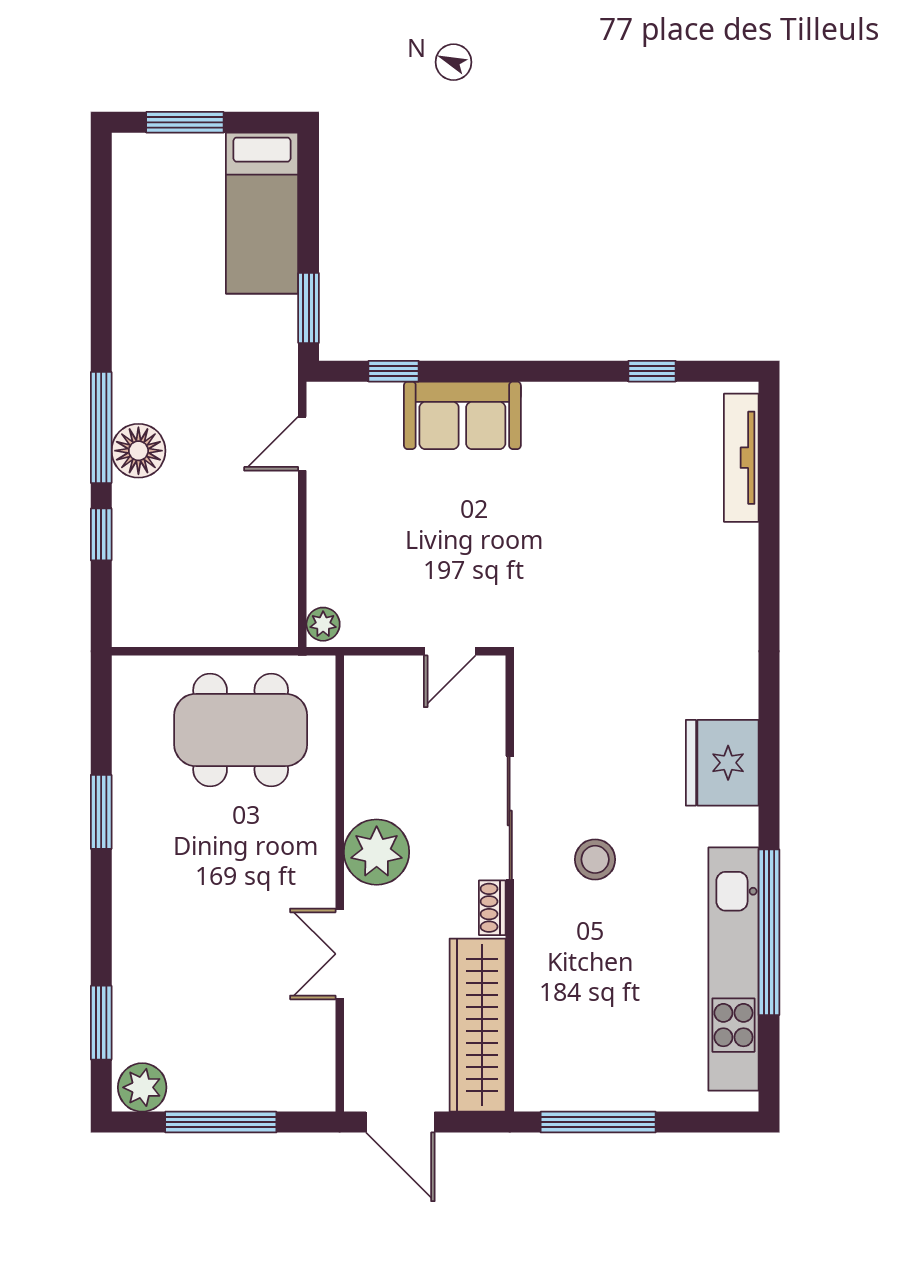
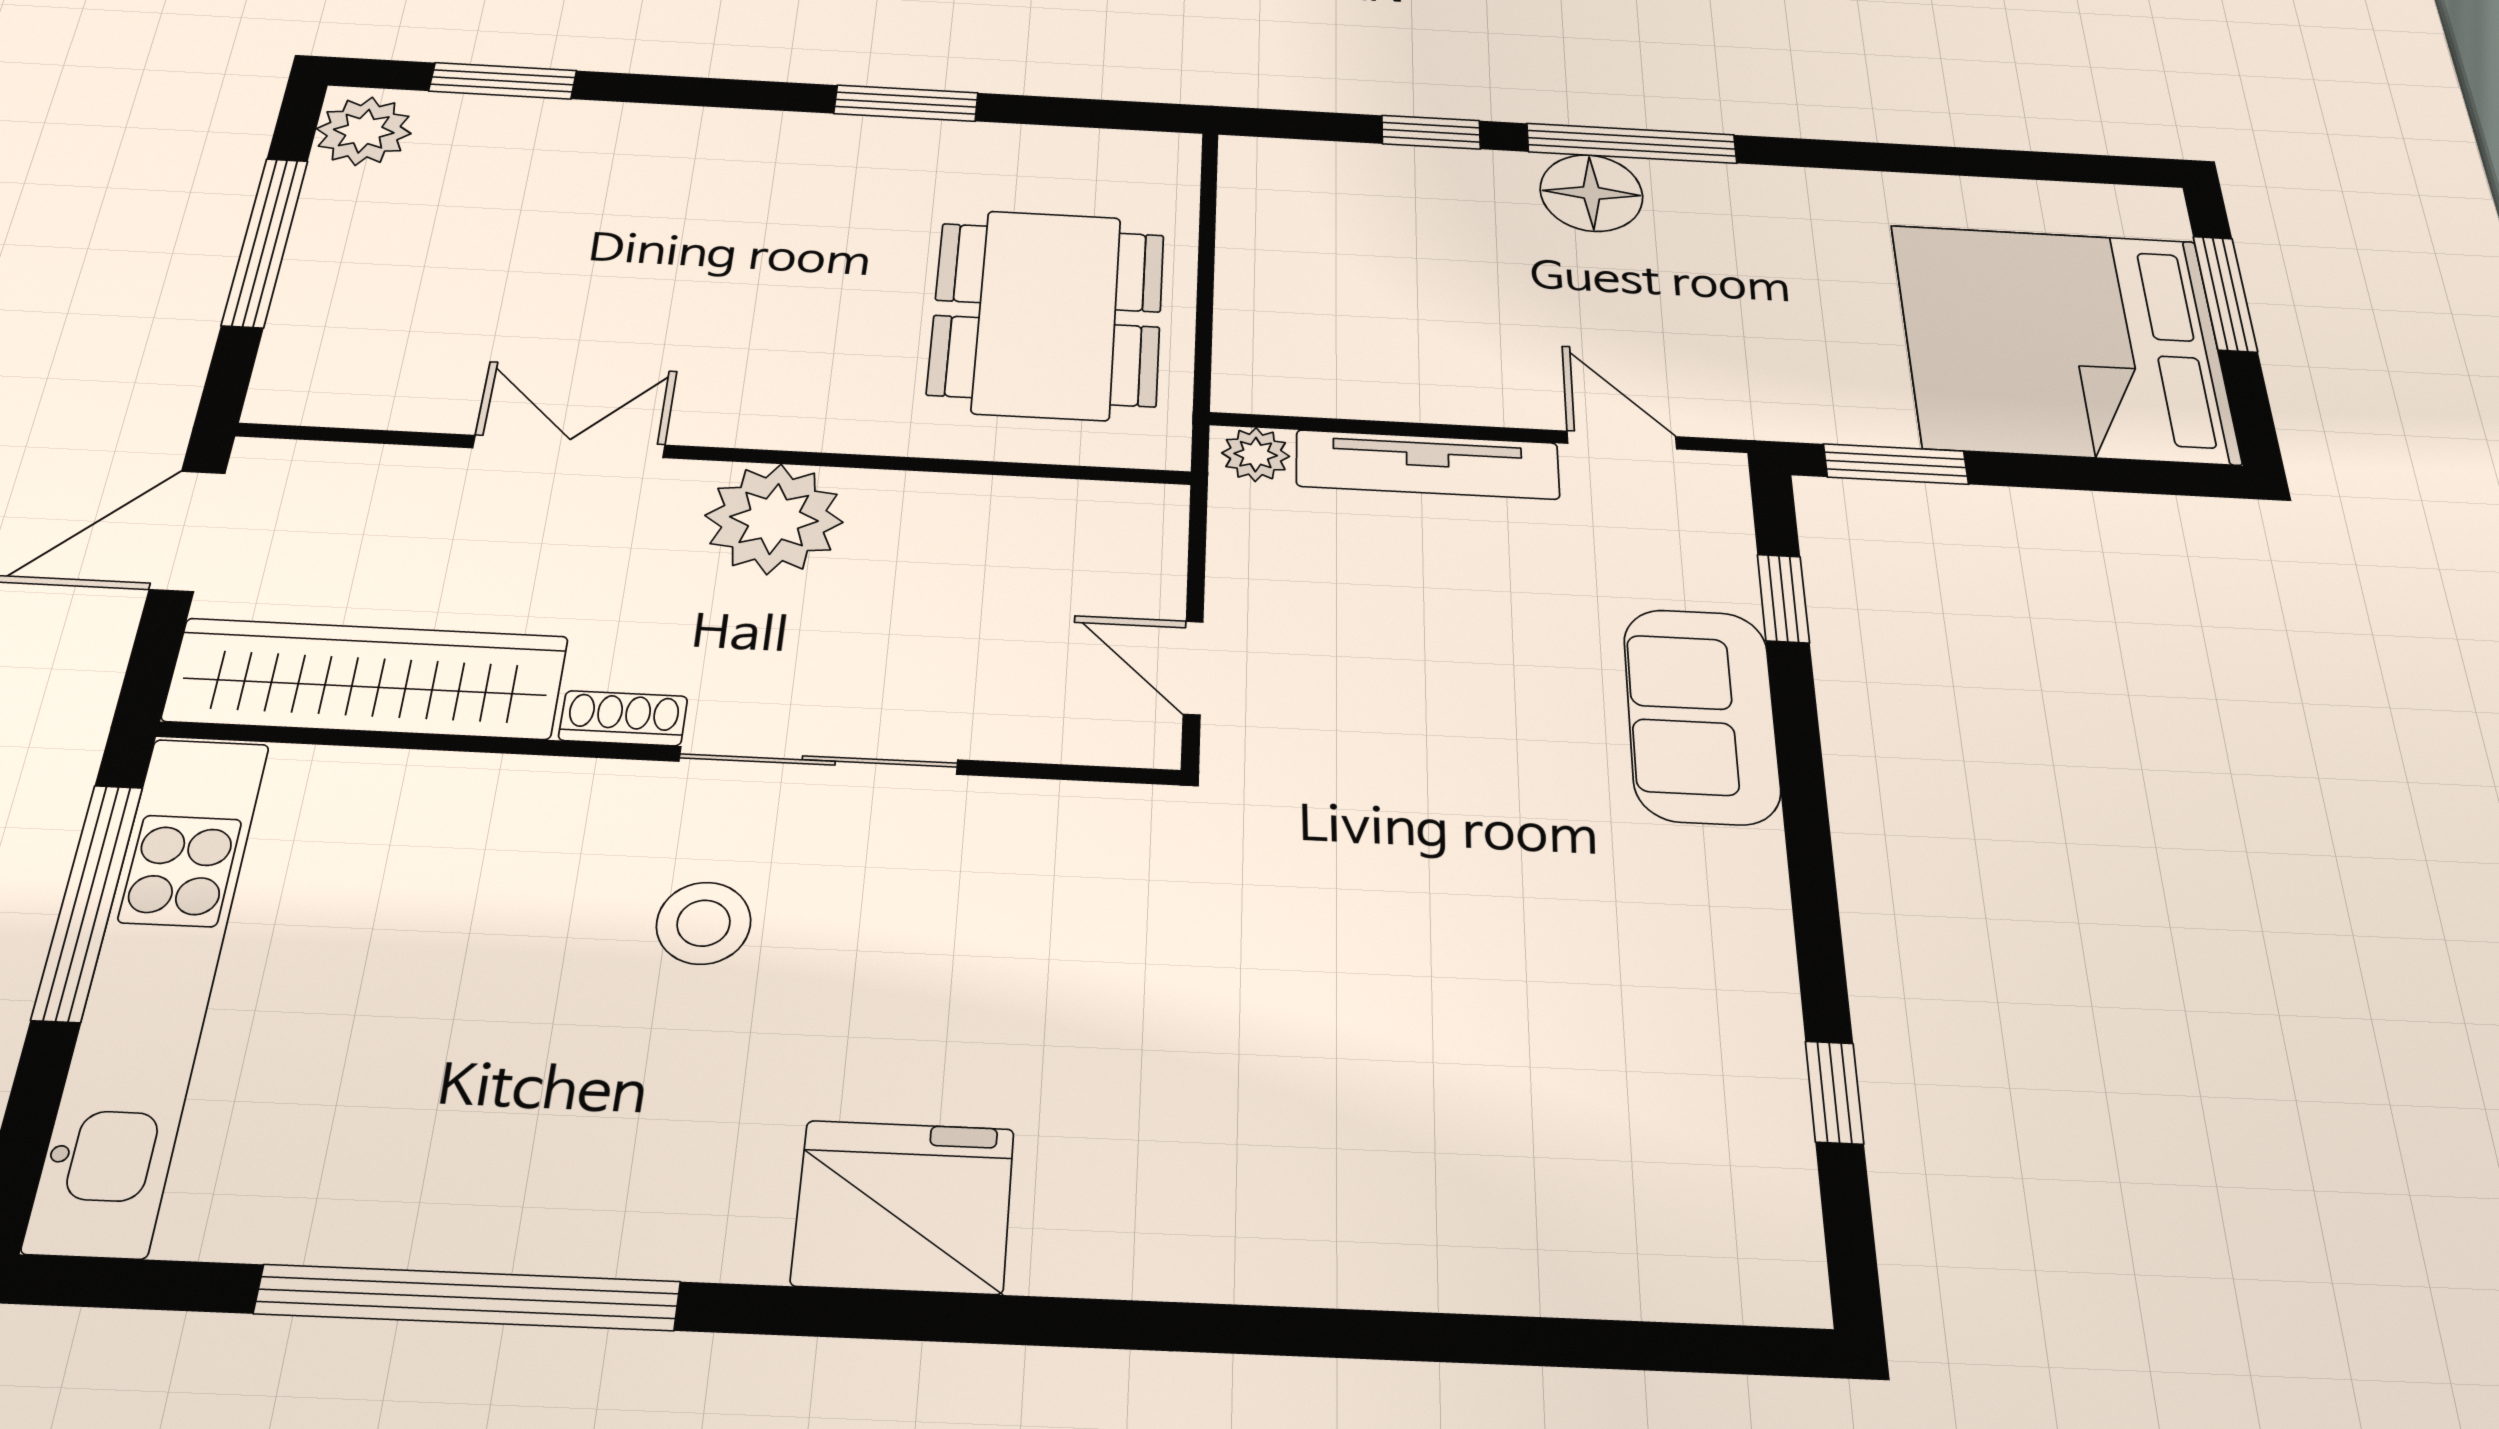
bed: (262, 213) -> (2062, 343), width x2.04
tv unit: (741, 458) -> (1428, 465), moved, turned 180
kitchen unit: (733, 969) -> (151, 986), moved, turned 90

